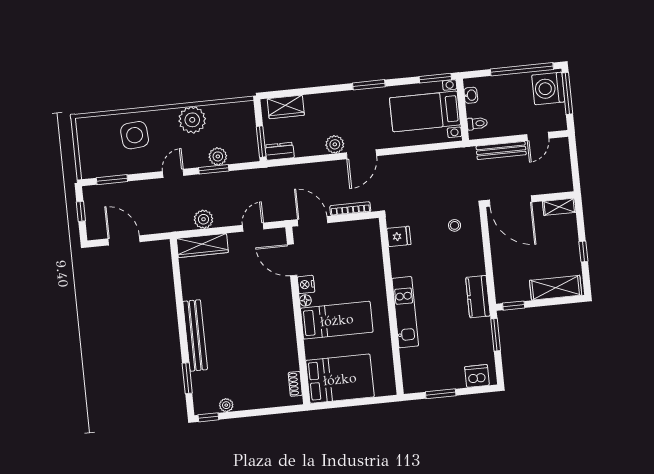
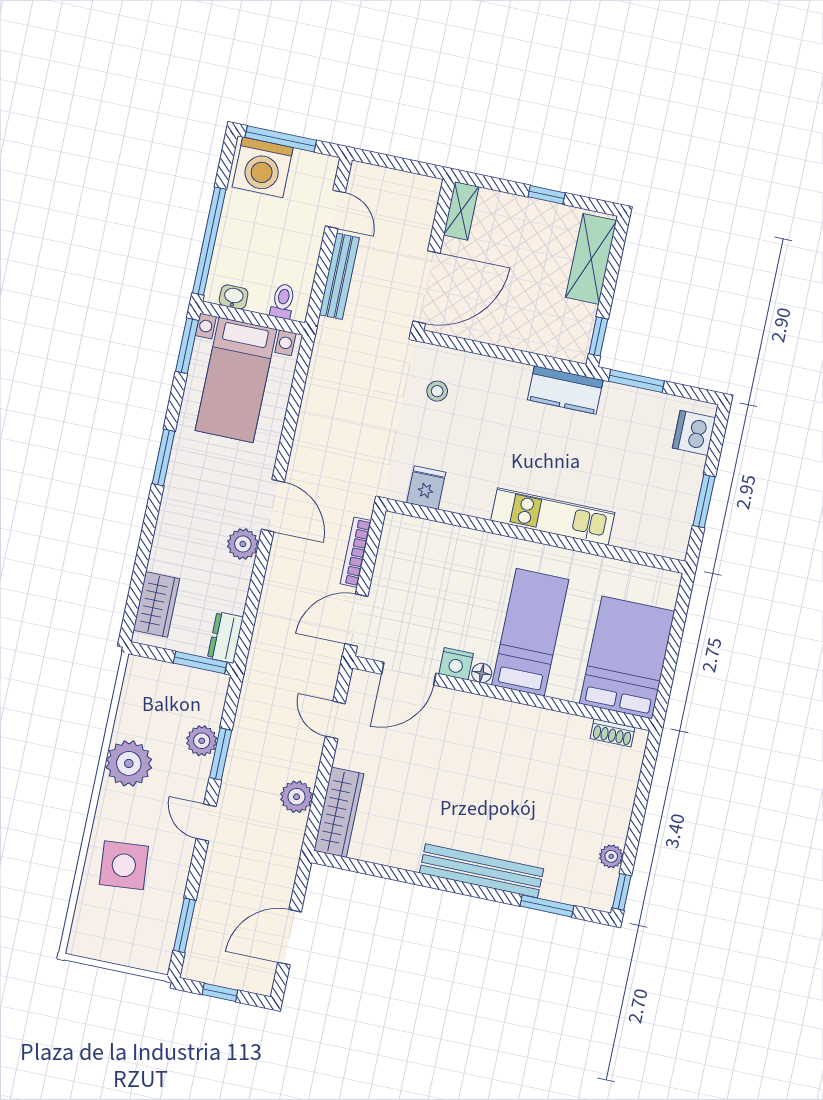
window: (522, 69) -> (209, 241), moved

